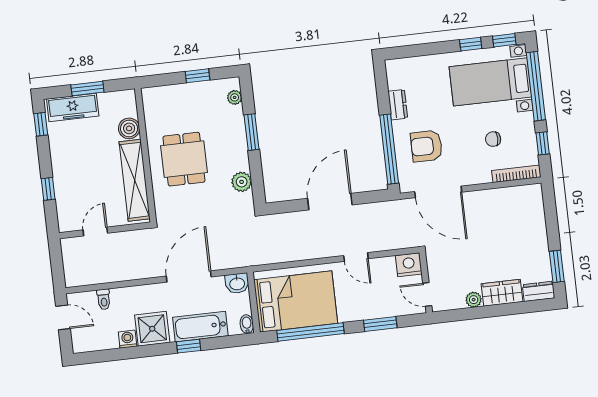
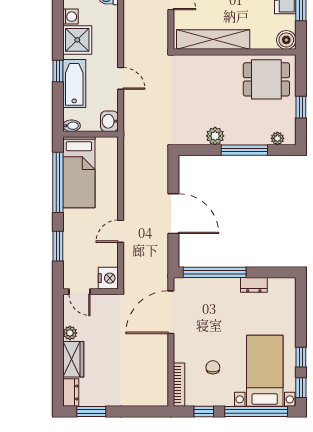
boiler: (129, 128) -> (286, 40), moved
window: (252, 132) -> (244, 150), width x1.44
armchair: (426, 146) -> (213, 306), removed
dining table: (184, 159) -> (266, 79), moved
plant: (242, 182) -> (215, 136), moved
door: (189, 276) -> (121, 78), width x0.53
door: (427, 294) -> (79, 292), swing flipped
bed: (296, 301) -> (79, 172), width x0.67

